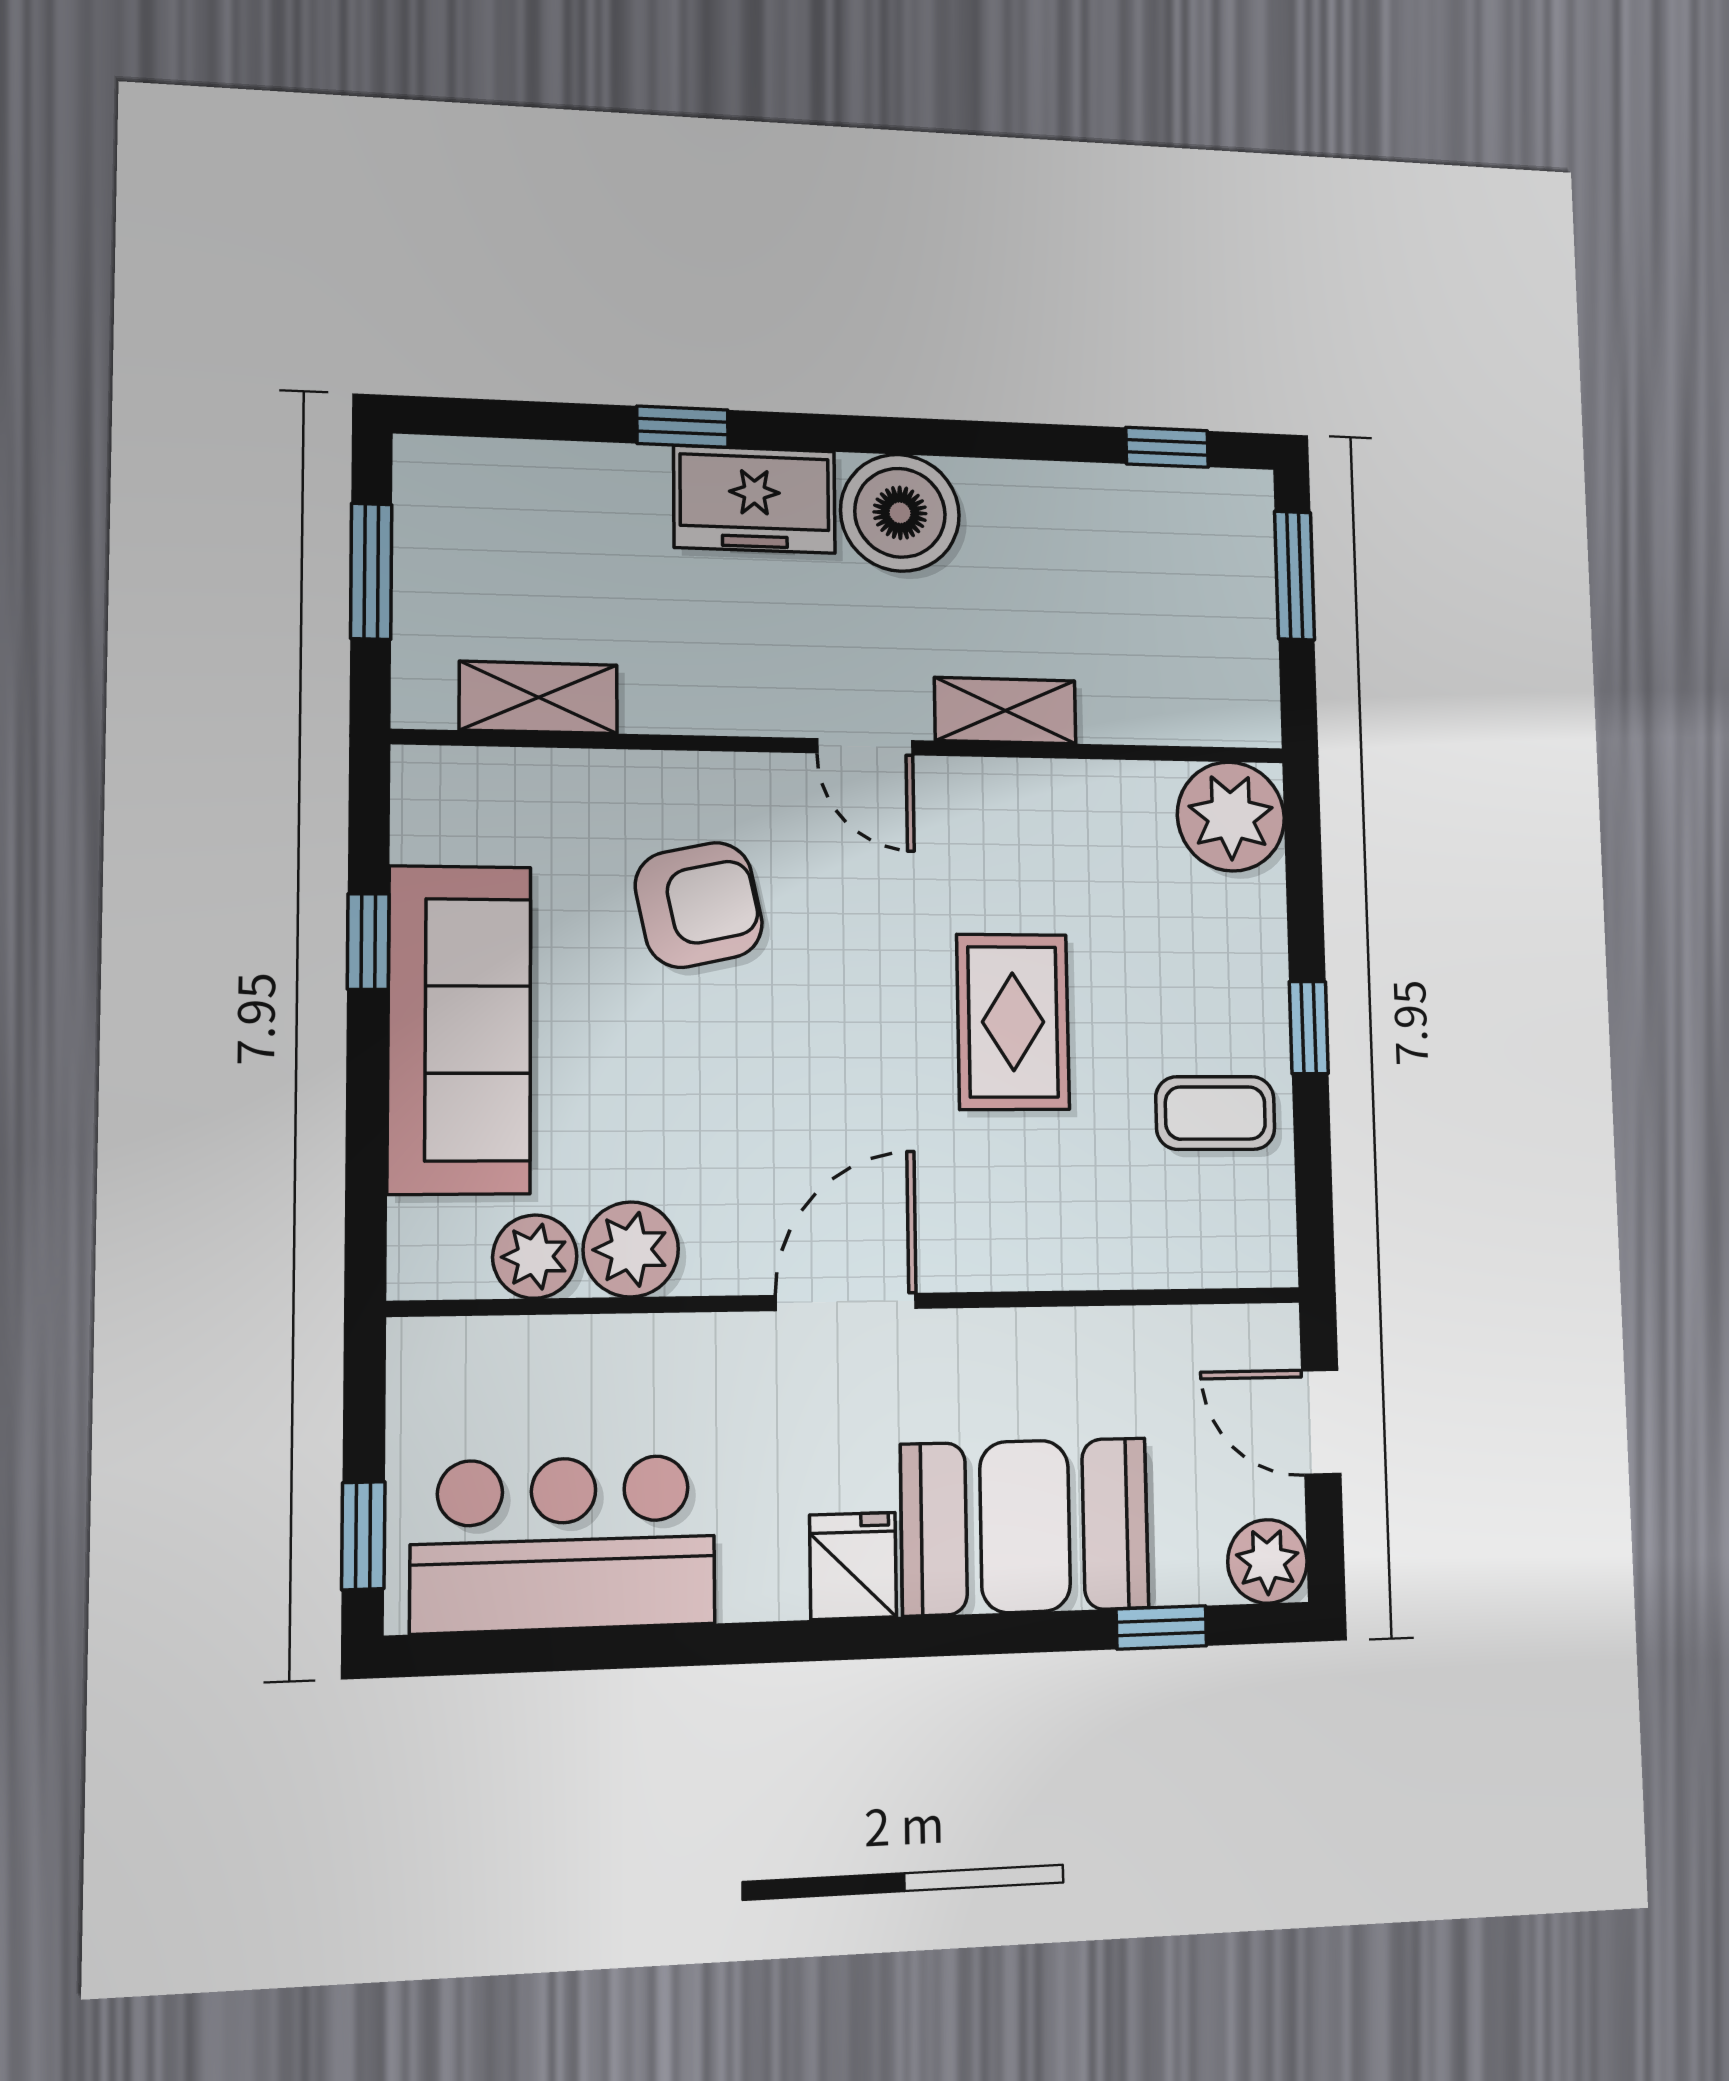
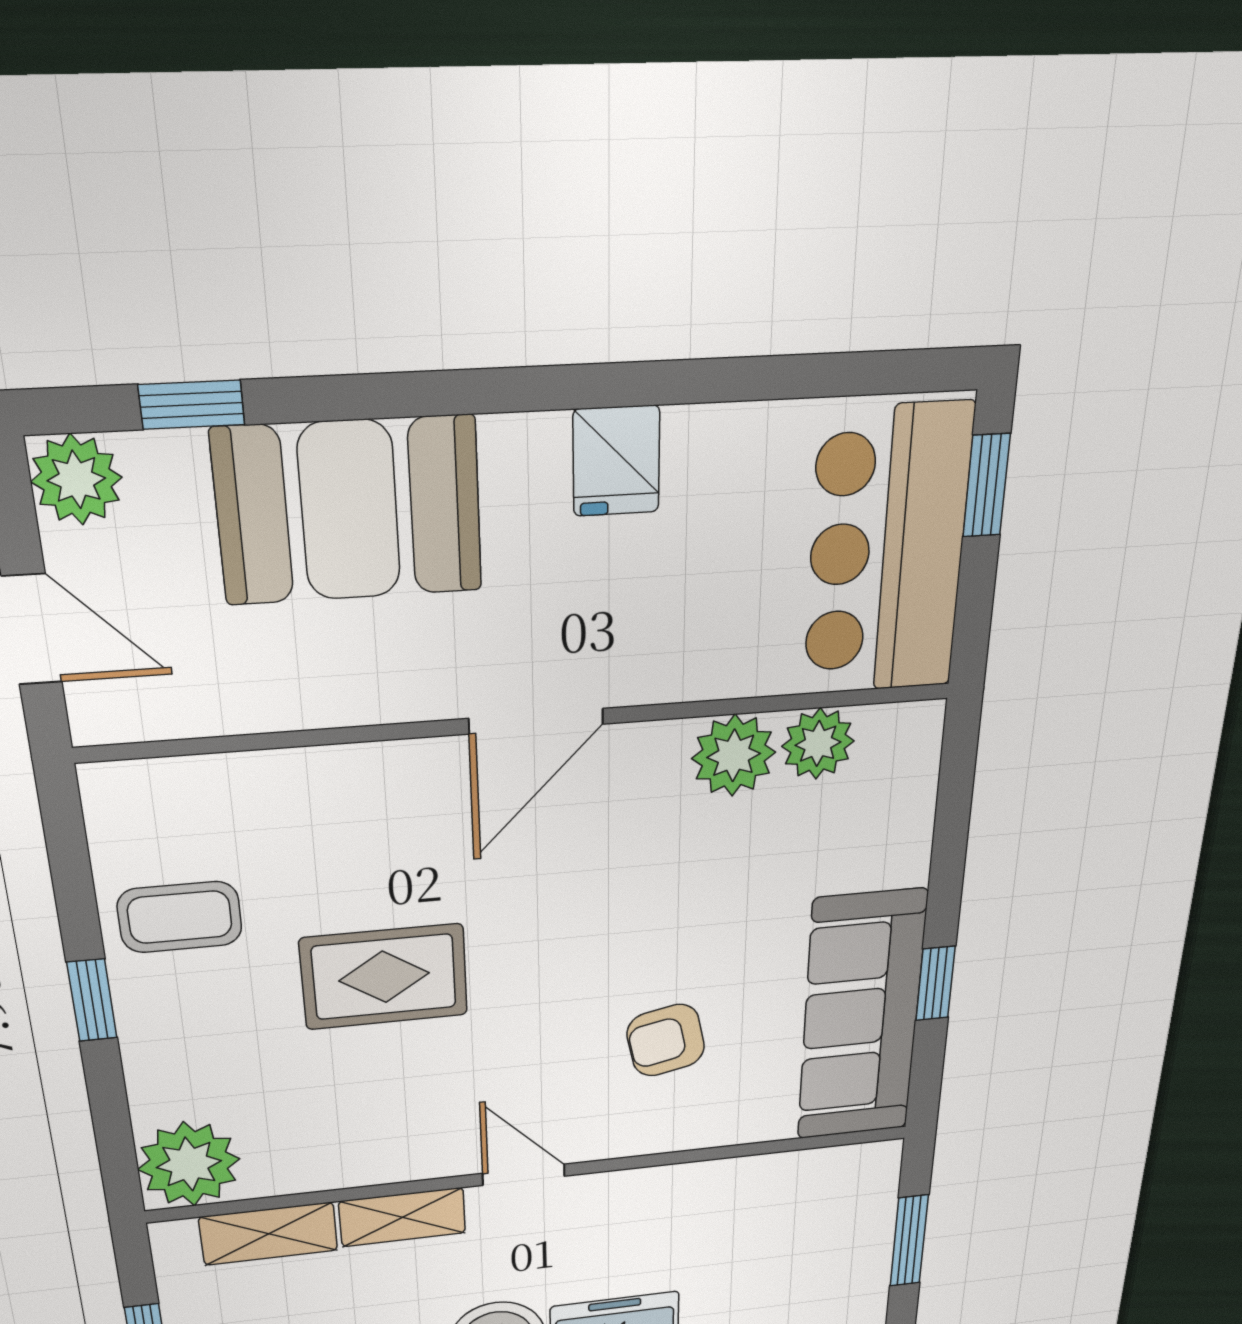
shelving: (538, 697) -> (269, 1234), moved
armchair: (699, 905) -> (666, 1040), width x0.72, depth x0.72
rug: (1013, 1022) -> (384, 977), turned 90
sofa: (459, 1029) -> (861, 1017), moved
bar counter: (564, 1543) -> (887, 552), moved, turned 90
fridge: (853, 1566) -> (616, 461), moved

